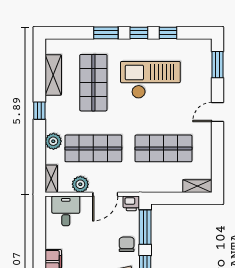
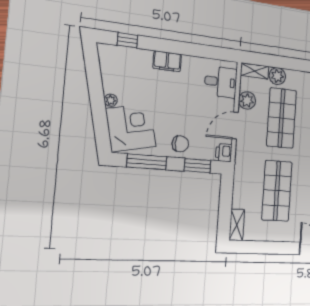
plant: (53, 141) -> (277, 76), moved
door: (105, 194) -> (235, 126), hinge flipped
window: (145, 227) -> (198, 166), width x0.69

